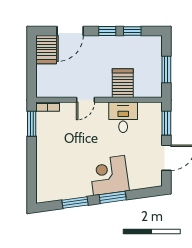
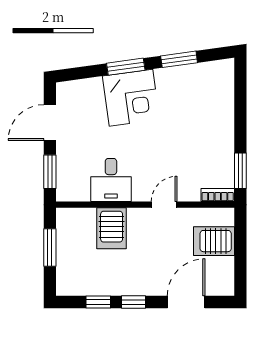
server rack: (46, 50) -> (214, 241), moved, turned -90

